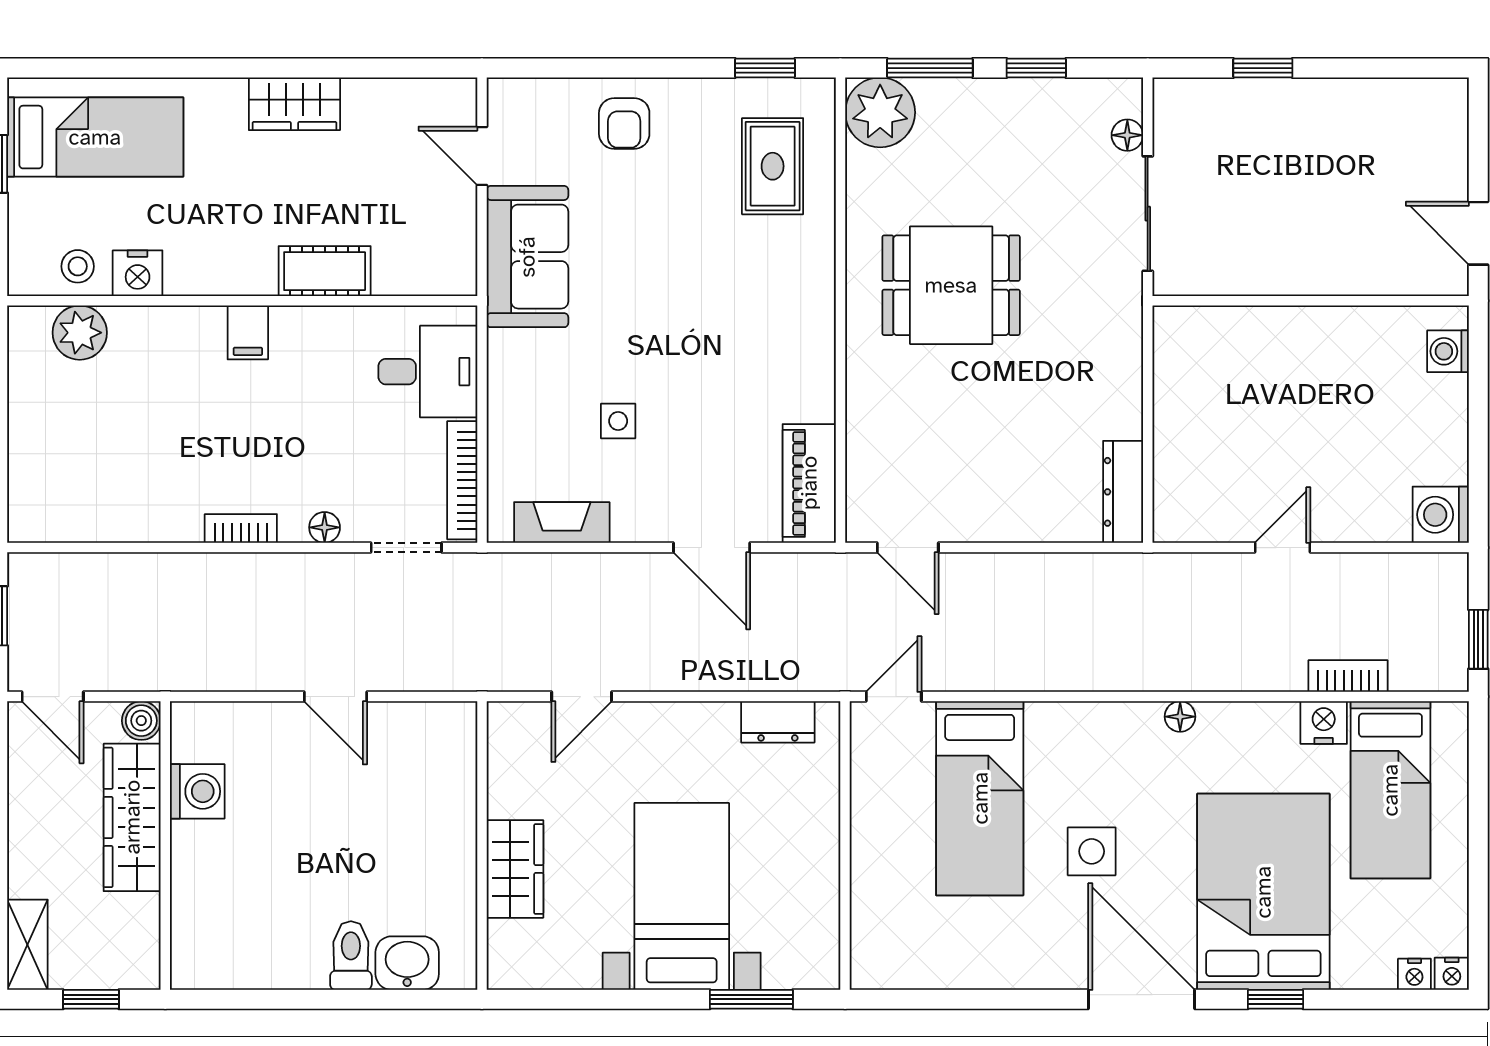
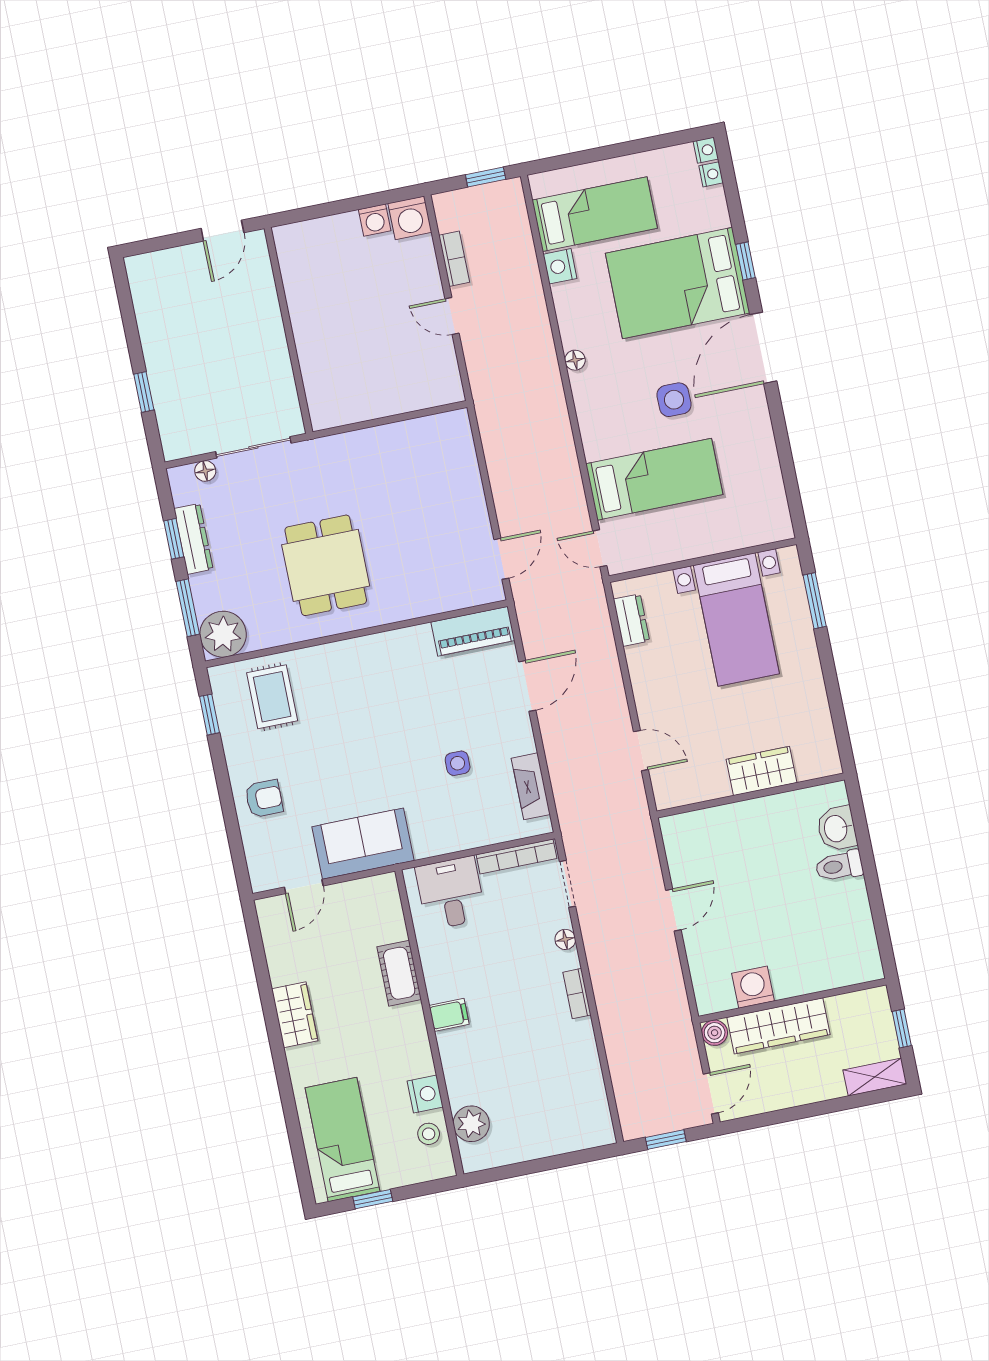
rug: (773, 166) -> (272, 697), turned 90
washing machine: (1448, 351) -> (375, 220), moved
dresser: (1123, 492) -> (193, 539), moved, turned -90
bookcase: (1348, 676) -> (454, 259), moved, turned 180
bed with nightstands: (682, 896) -> (736, 620), moved, turned -90

